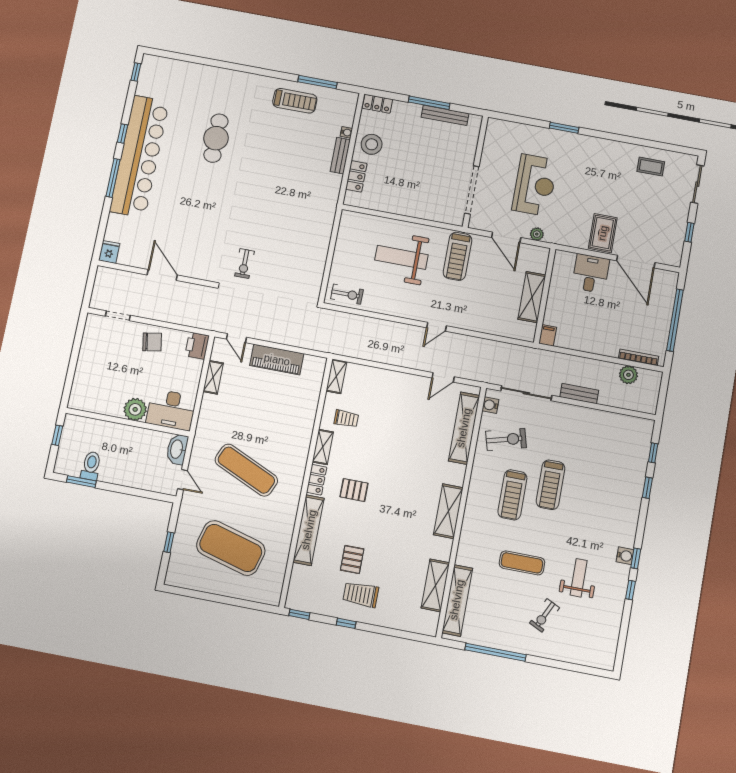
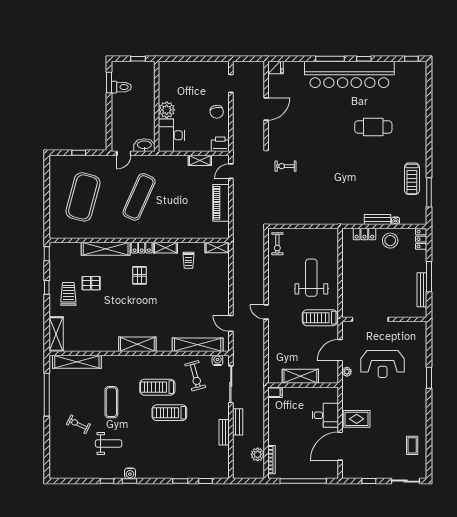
bench: (590, 415) -> (224, 432), added
shelving: (435, 585) -> (56, 334), moved, turned 90

